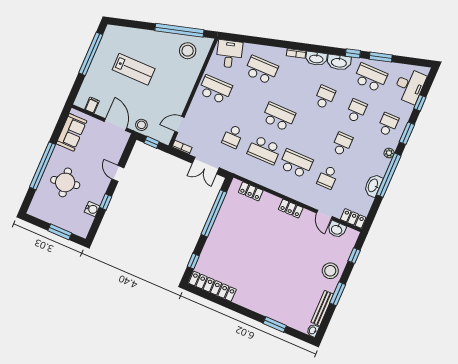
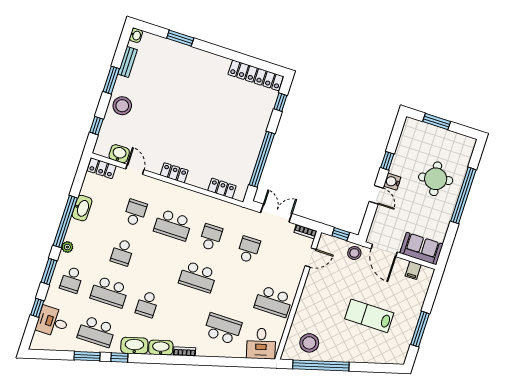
window: (91, 54) -> (420, 329), width x0.68
school desk: (261, 70) -> (223, 329), turned 180
desk: (410, 86) -> (52, 322), width x0.73
school desk: (356, 111) -> (109, 292), width x1.85
sofa: (72, 132) -> (421, 249), moved, turned 90
school desk: (264, 150) -> (211, 237), width x0.54
water cooler: (92, 209) -> (392, 182), moved
bench: (322, 308) -> (127, 62), width x0.73

